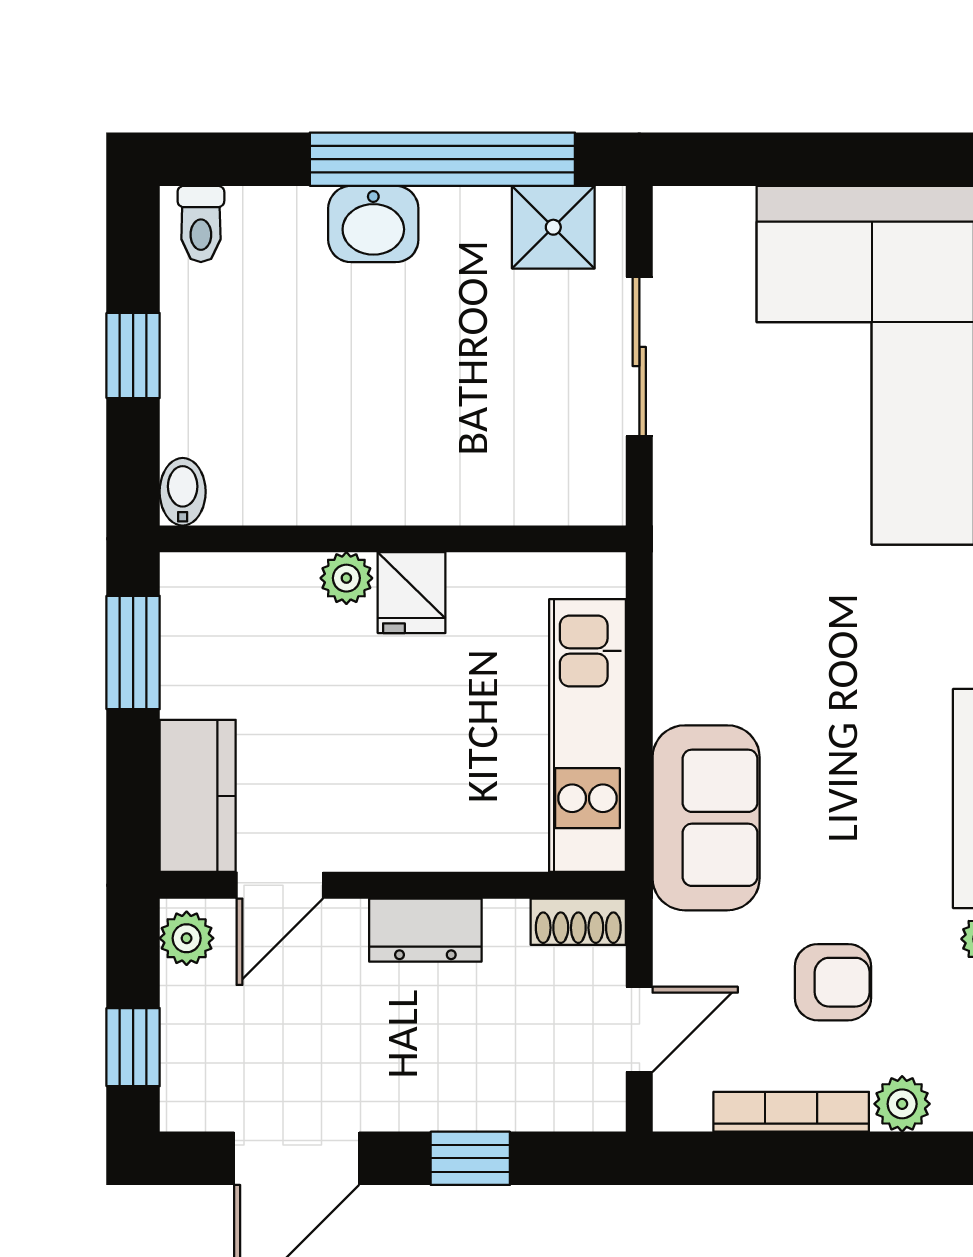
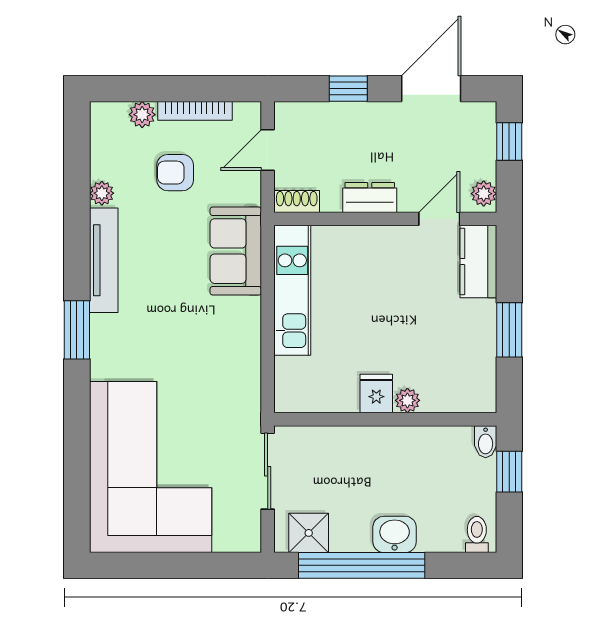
bidet: (183, 492) -> (486, 442), moved
wall: (393, 539) -> (385, 419), moved
plant: (346, 578) -> (407, 400), moved
fridge: (412, 593) -> (376, 394), moved

